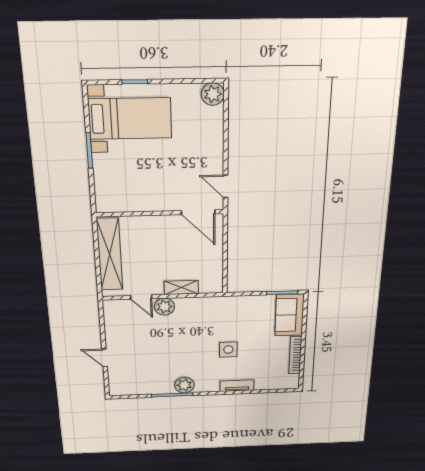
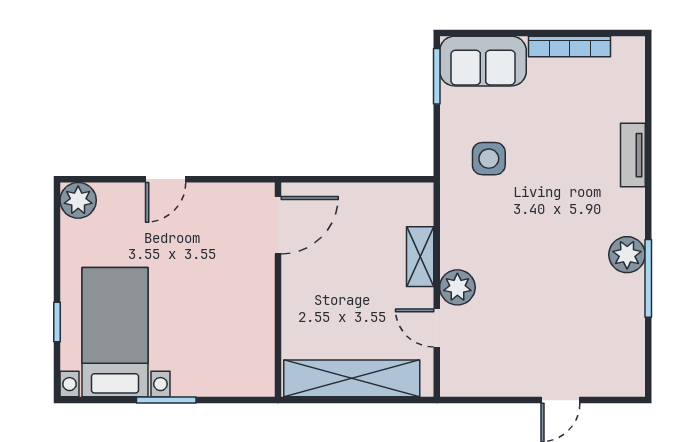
door: (226, 186) -> (166, 179), moved
door: (141, 297) -> (437, 328), swing flipped
side table: (228, 350) -> (489, 159), moved

